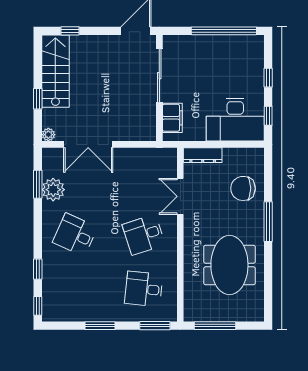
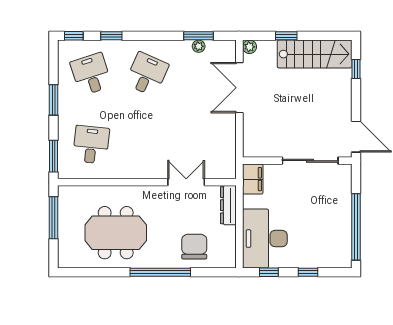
filing cabinet: (172, 118) -> (253, 179), moved, turned -90
plant: (53, 190) -> (199, 46), width x0.53, depth x0.53
window: (268, 222) -> (160, 272), width x1.46
desk: (144, 235) -> (91, 74), moved

